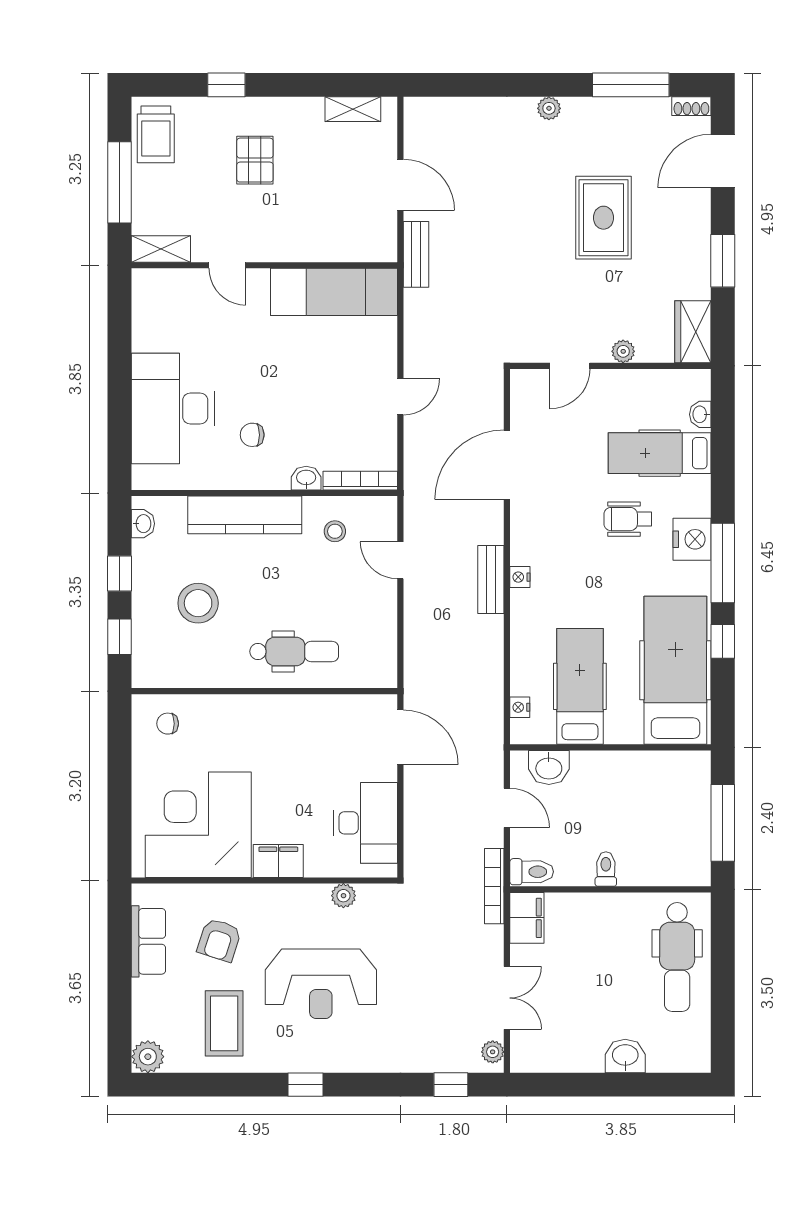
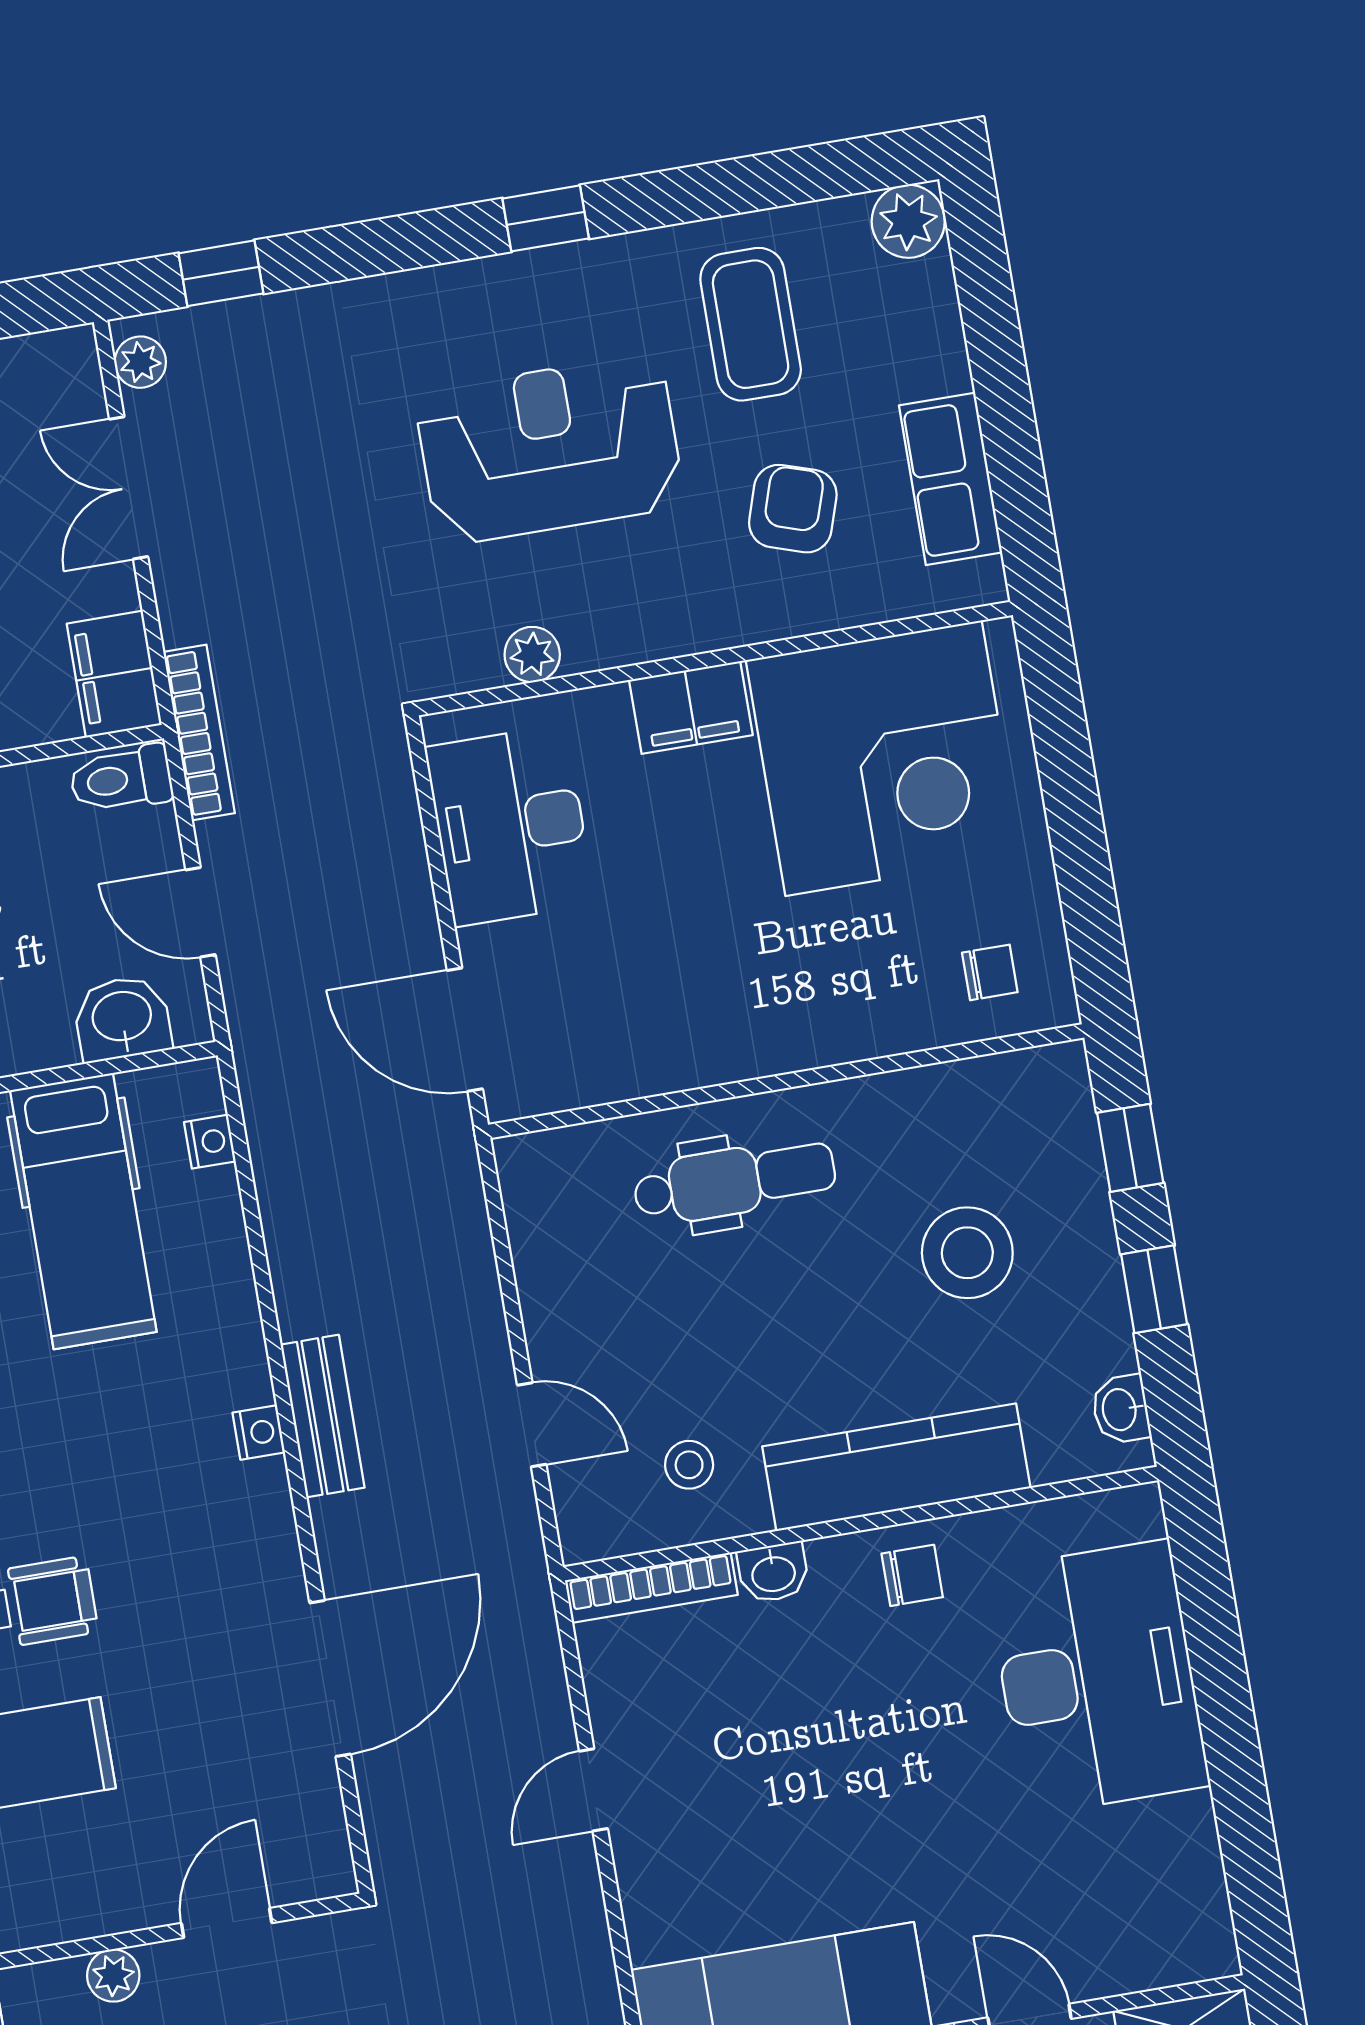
chair: (252, 435) -> (912, 1575), moved
dental chair: (294, 651) -> (734, 1181), turned 180

